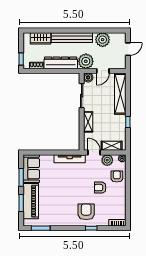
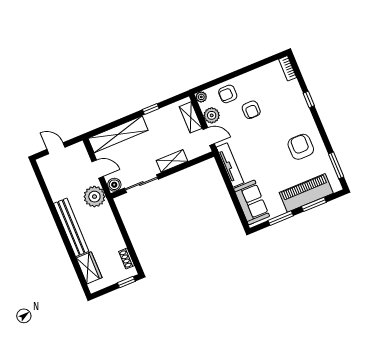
plant: (103, 40) -> (57, 186), removed
dresser: (61, 63) -> (110, 228), removed
door: (94, 152) -> (209, 137), swing flipped
sofa: (31, 169) -> (252, 202), moved, turned 90
armchair: (86, 212) -> (301, 147), moved, turned 90

